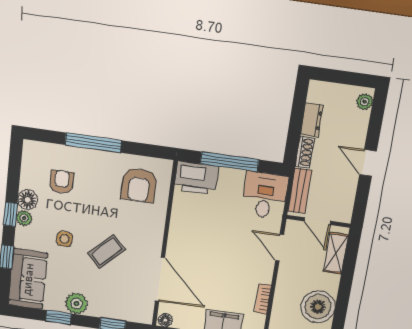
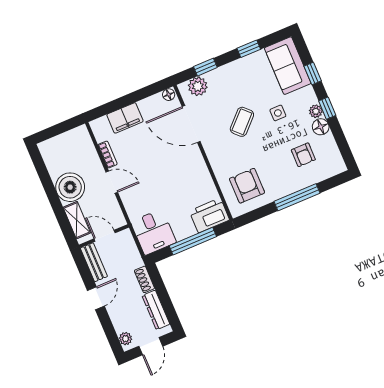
door: (343, 77) -> (151, 346), added
dresser: (312, 120) -> (156, 310), width x1.44
door: (368, 163) -> (96, 298), hinge flipped
bench: (300, 191) -> (94, 262), moved
door: (280, 248) -> (112, 182), moved
plant: (76, 304) -> (198, 86), moved
boiler: (318, 307) -> (70, 187), moved

